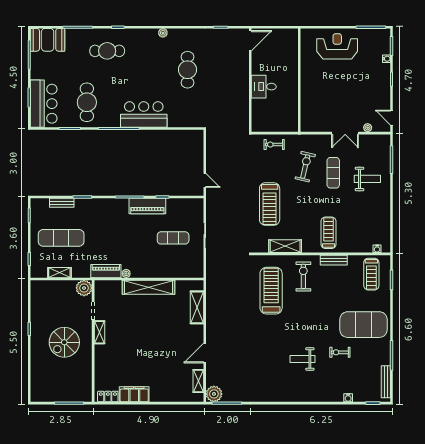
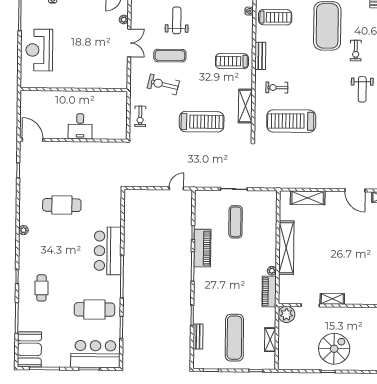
cafe table: (107, 51) -> (42, 288), width x0.73, depth x0.74
exercise bike: (303, 276) -> (277, 88), width x0.73, depth x0.72
spiral stairs: (64, 342) -> (334, 349), moved, turned -90

